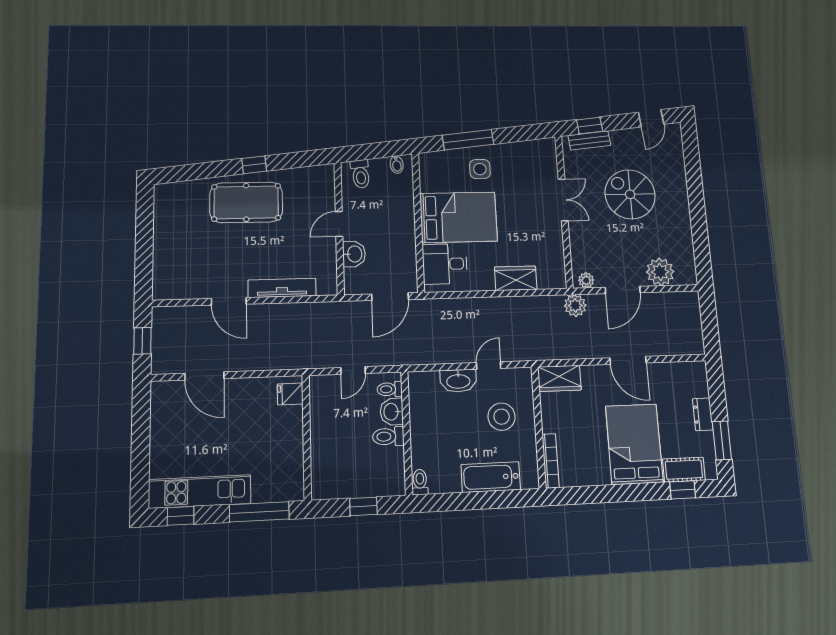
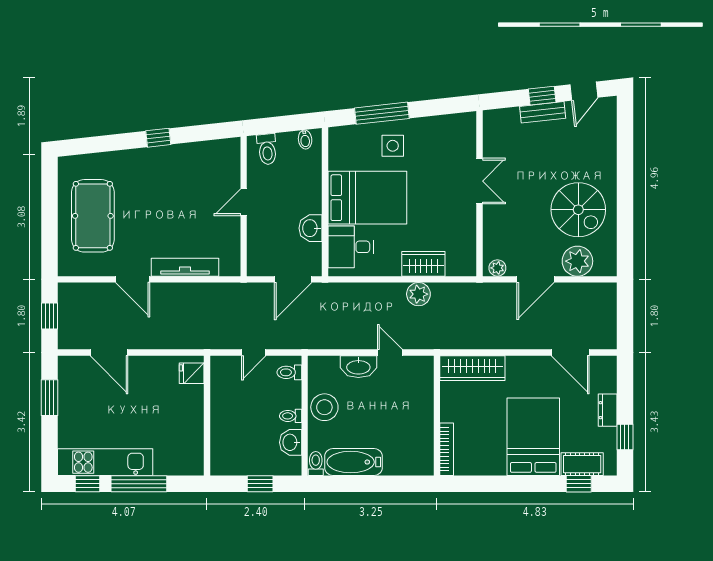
window: (590, 126) -> (542, 96), moved
bench: (589, 140) -> (543, 112), moved
spiral stairs: (630, 194) -> (578, 210), moved, turned 180
pool table: (246, 202) -> (93, 216), moved, turned 90
washbasin: (354, 254) -> (311, 228), moved, turned 180
plant: (575, 306) -> (418, 294), moved
door: (628, 360) -> (570, 353), moved
door: (489, 366) -> (390, 353), hinge flipped
wardrobe: (559, 378) -> (472, 368), width x1.50
washbasin: (392, 412) -> (291, 442), moved
stool: (502, 417) -> (324, 407), moved
window: (141, 425) -> (49, 398), added
toilet: (388, 436) -> (291, 416), width x0.73, depth x0.72
window: (722, 440) -> (625, 437), width x0.67
bathtub: (491, 477) -> (353, 462), moved
window: (259, 512) -> (139, 484), moved

